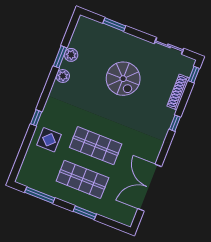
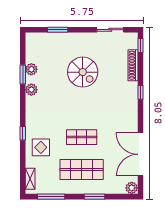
shop shelf: (96, 146) -> (82, 137), width x0.70, depth x0.74
shelving: (25, 168) -> (30, 179), added
plant: (127, 219) -> (132, 188), added

